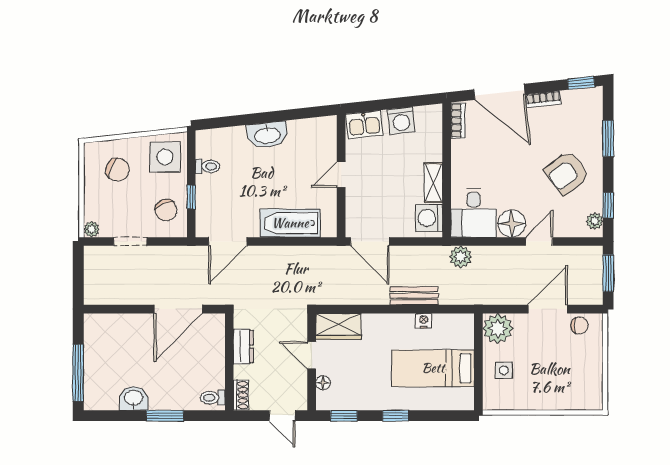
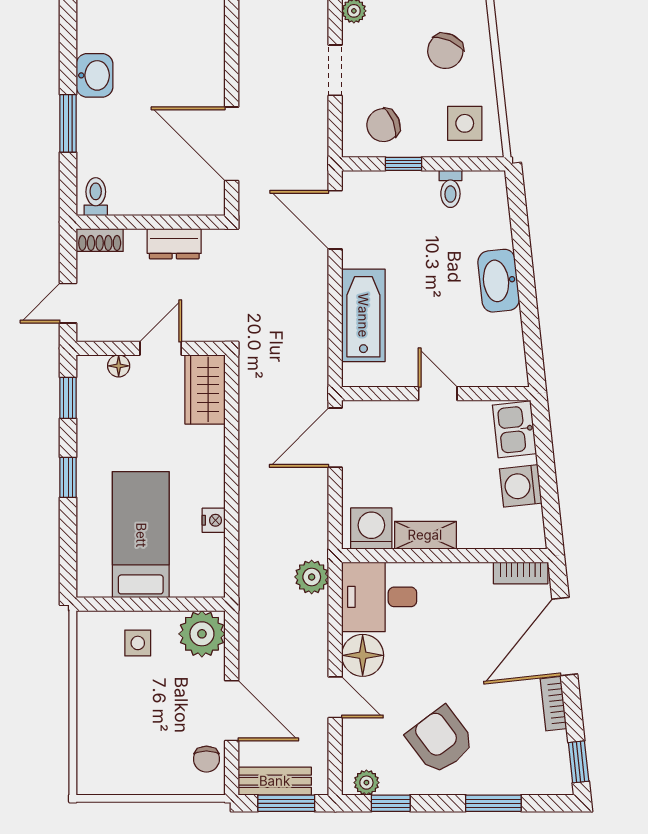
side table: (165, 157) -> (465, 123), width x0.73, depth x0.73
bench: (414, 296) -> (275, 781), moved, turned 90

